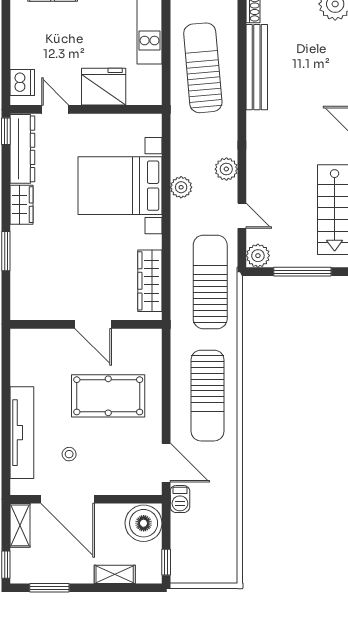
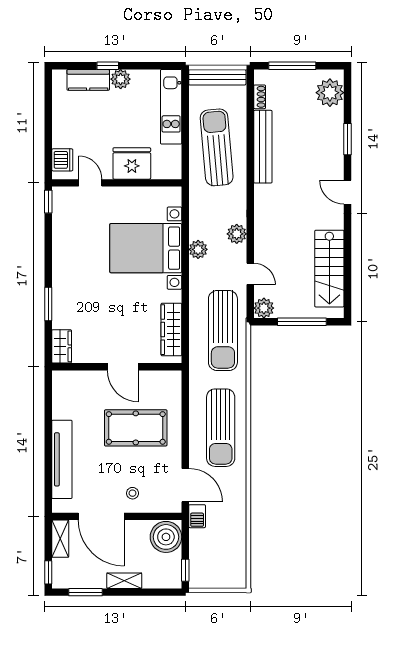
dresser: (22, 149) -> (62, 217), removed
wardrobe: (22, 205) -> (62, 346), moved
sun lounger: (210, 282) -> (223, 331), turned 180
stool: (69, 454) -> (133, 493), moved
shelving: (115, 574) -> (124, 581), moved

